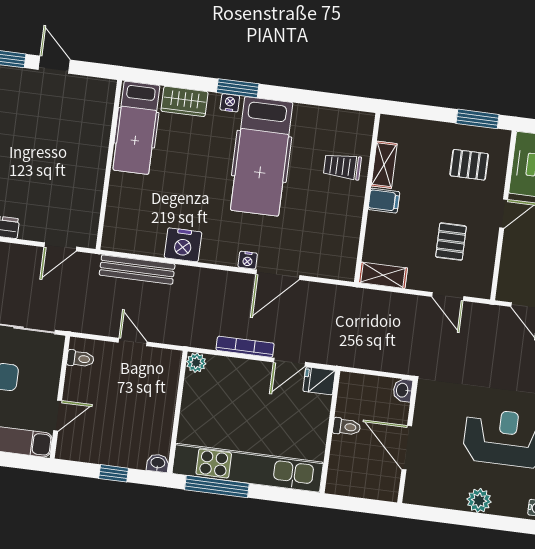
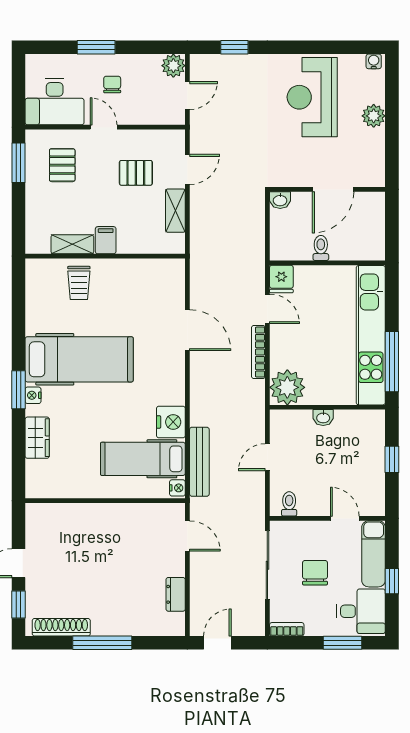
hospital bed: (136, 128) -> (143, 459), moved, turned 180
nightstand: (248, 260) -> (177, 488), moved
shelving: (383, 275) -> (175, 211), moved
plant: (196, 363) -> (287, 387), width x1.87, depth x1.87
washbasin: (158, 463) -> (323, 418), moved, turned -90

